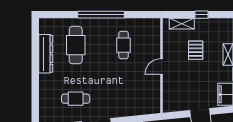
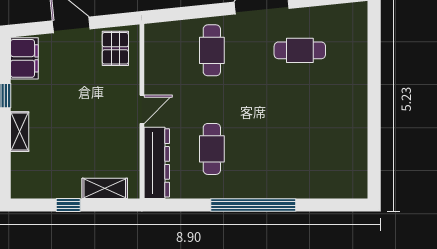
cafe table: (76, 45) -> (212, 50), moved, width x0.73, depth x0.74
pallet: (196, 50) -> (115, 48), moved
dresser: (46, 54) -> (157, 163), moved, turned 180

